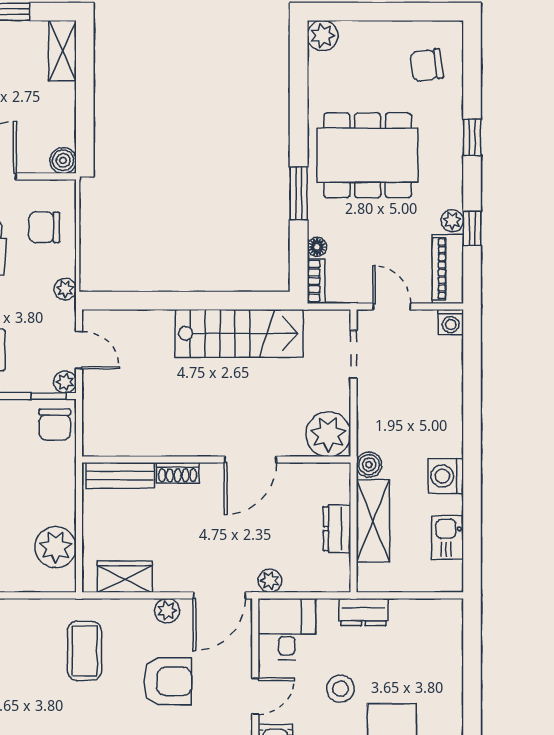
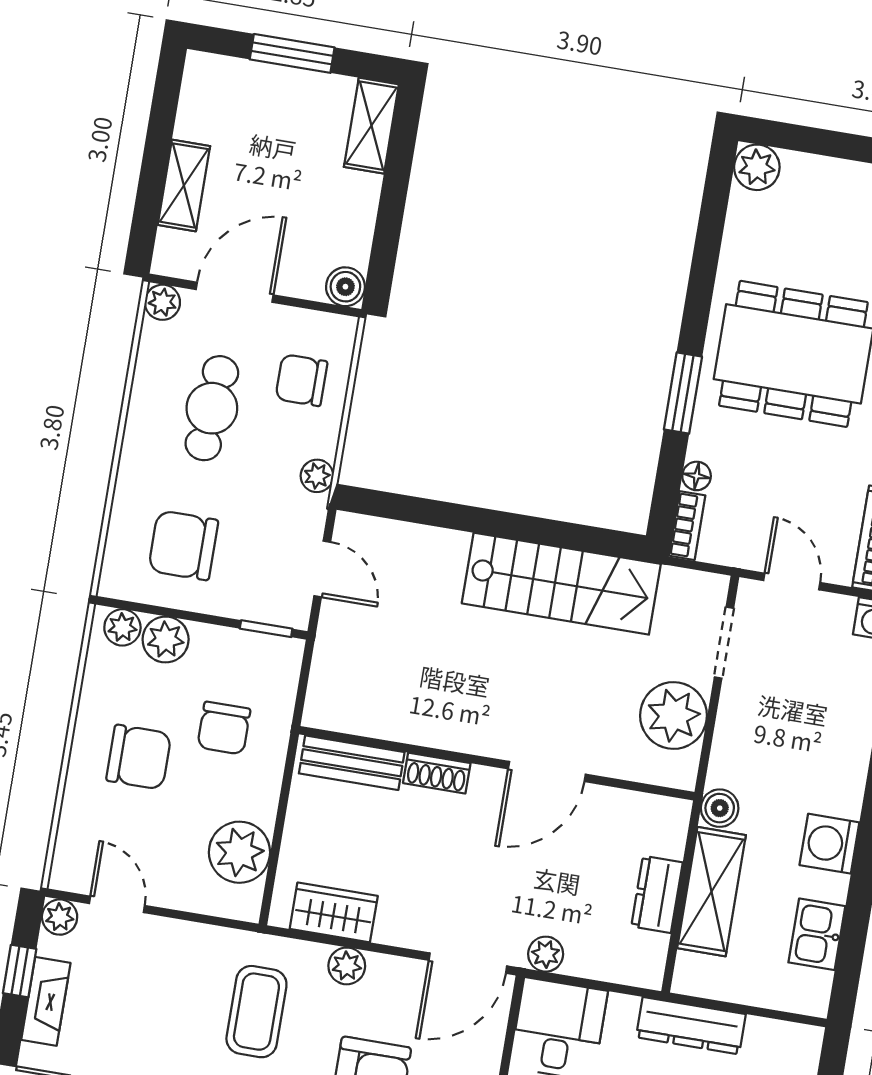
plant: (65, 382) -> (294, 612), removed
chair: (55, 425) -> (224, 728), moved
plant: (328, 434) -> (674, 715), moved
plant: (167, 611) -> (347, 966), moved
dresser: (363, 612) -> (691, 1026), width x1.44

